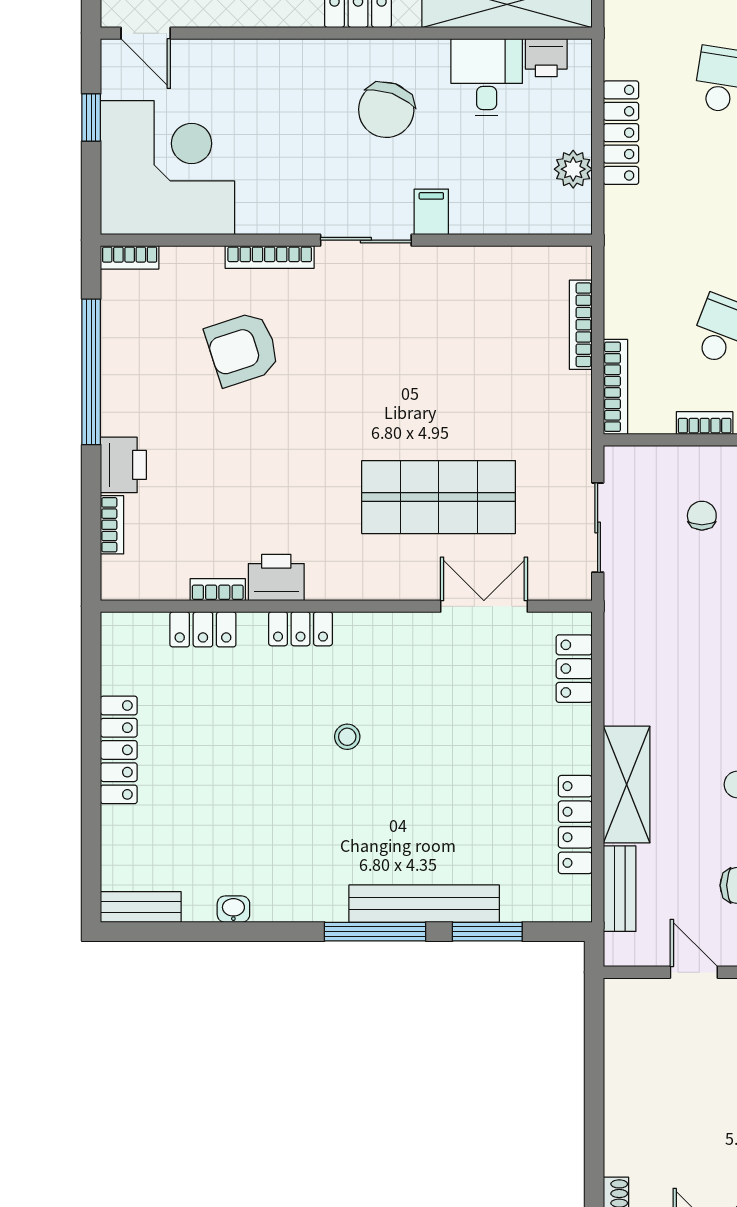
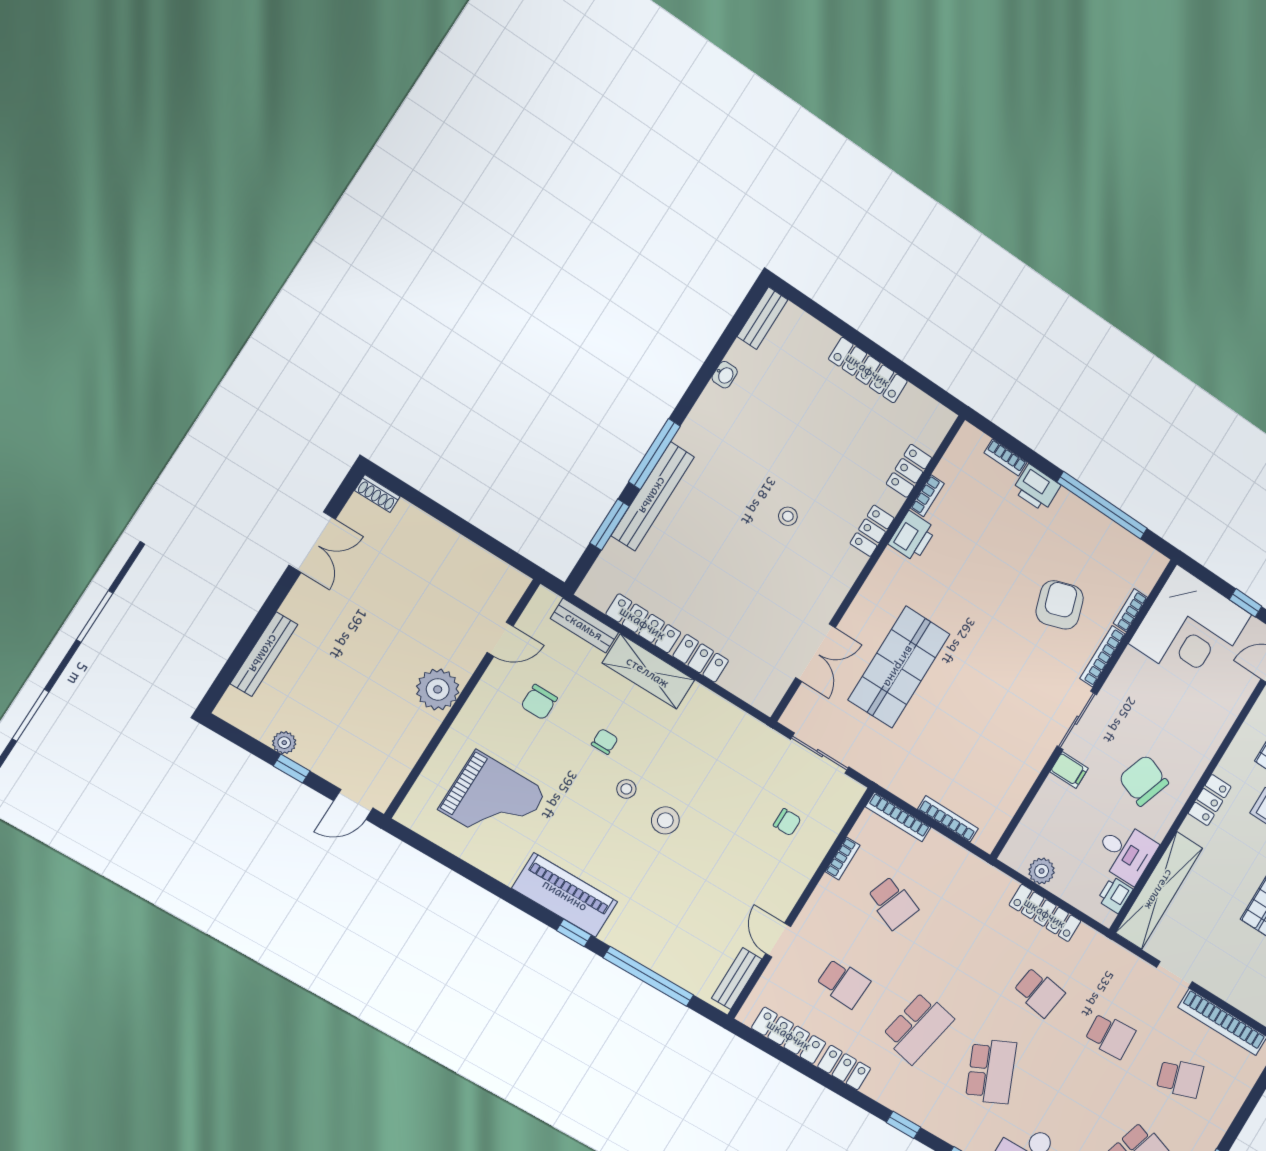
bookcase: (130, 257) -> (1130, 610), moved
locker: (574, 669) -> (701, 658), moved

